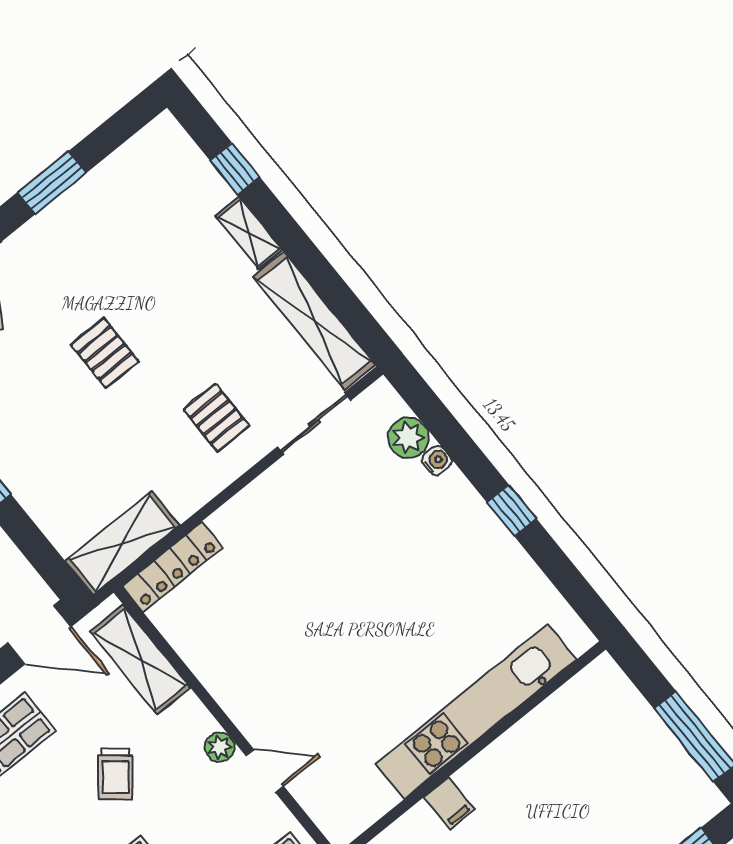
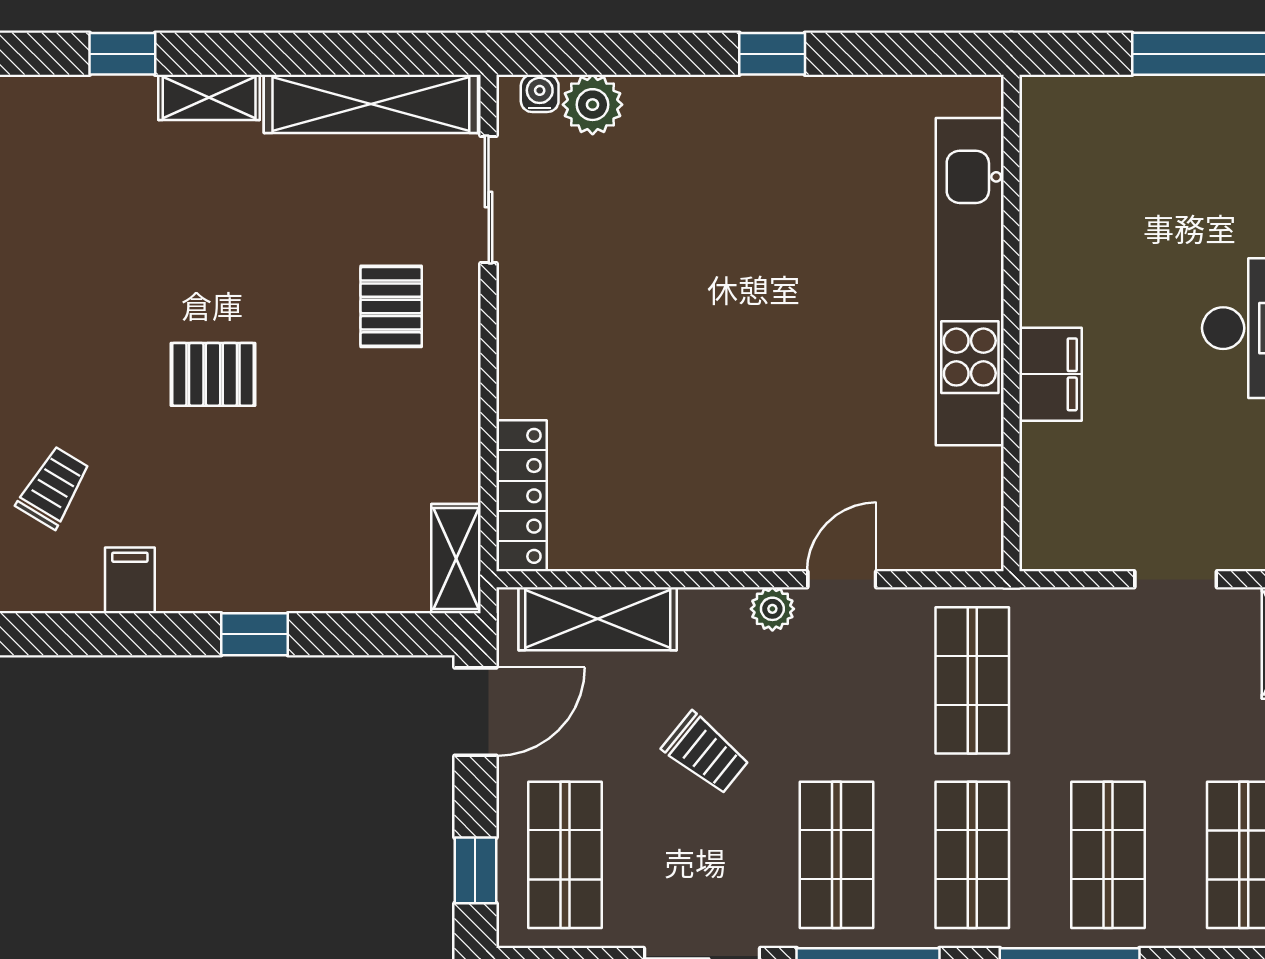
pallet: (216, 418) -> (391, 306), turned 90
water cooler: (437, 461) -> (540, 93), moved
shelving: (122, 543) -> (456, 559), width x0.67, depth x0.75
filing cabinet: (449, 803) -> (1050, 374), width x2.00

